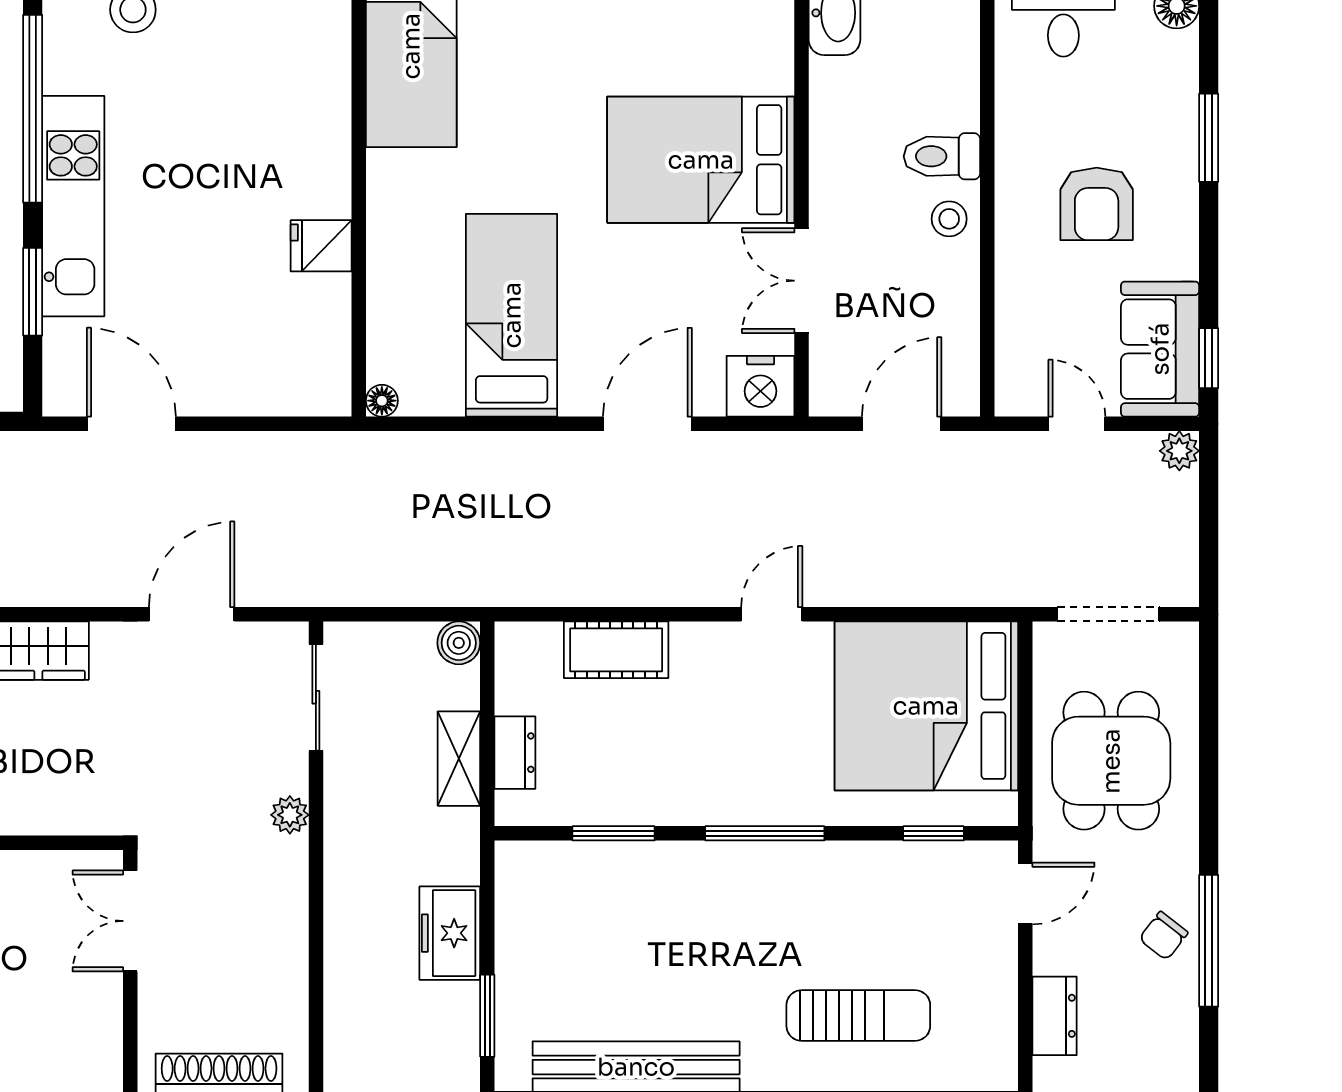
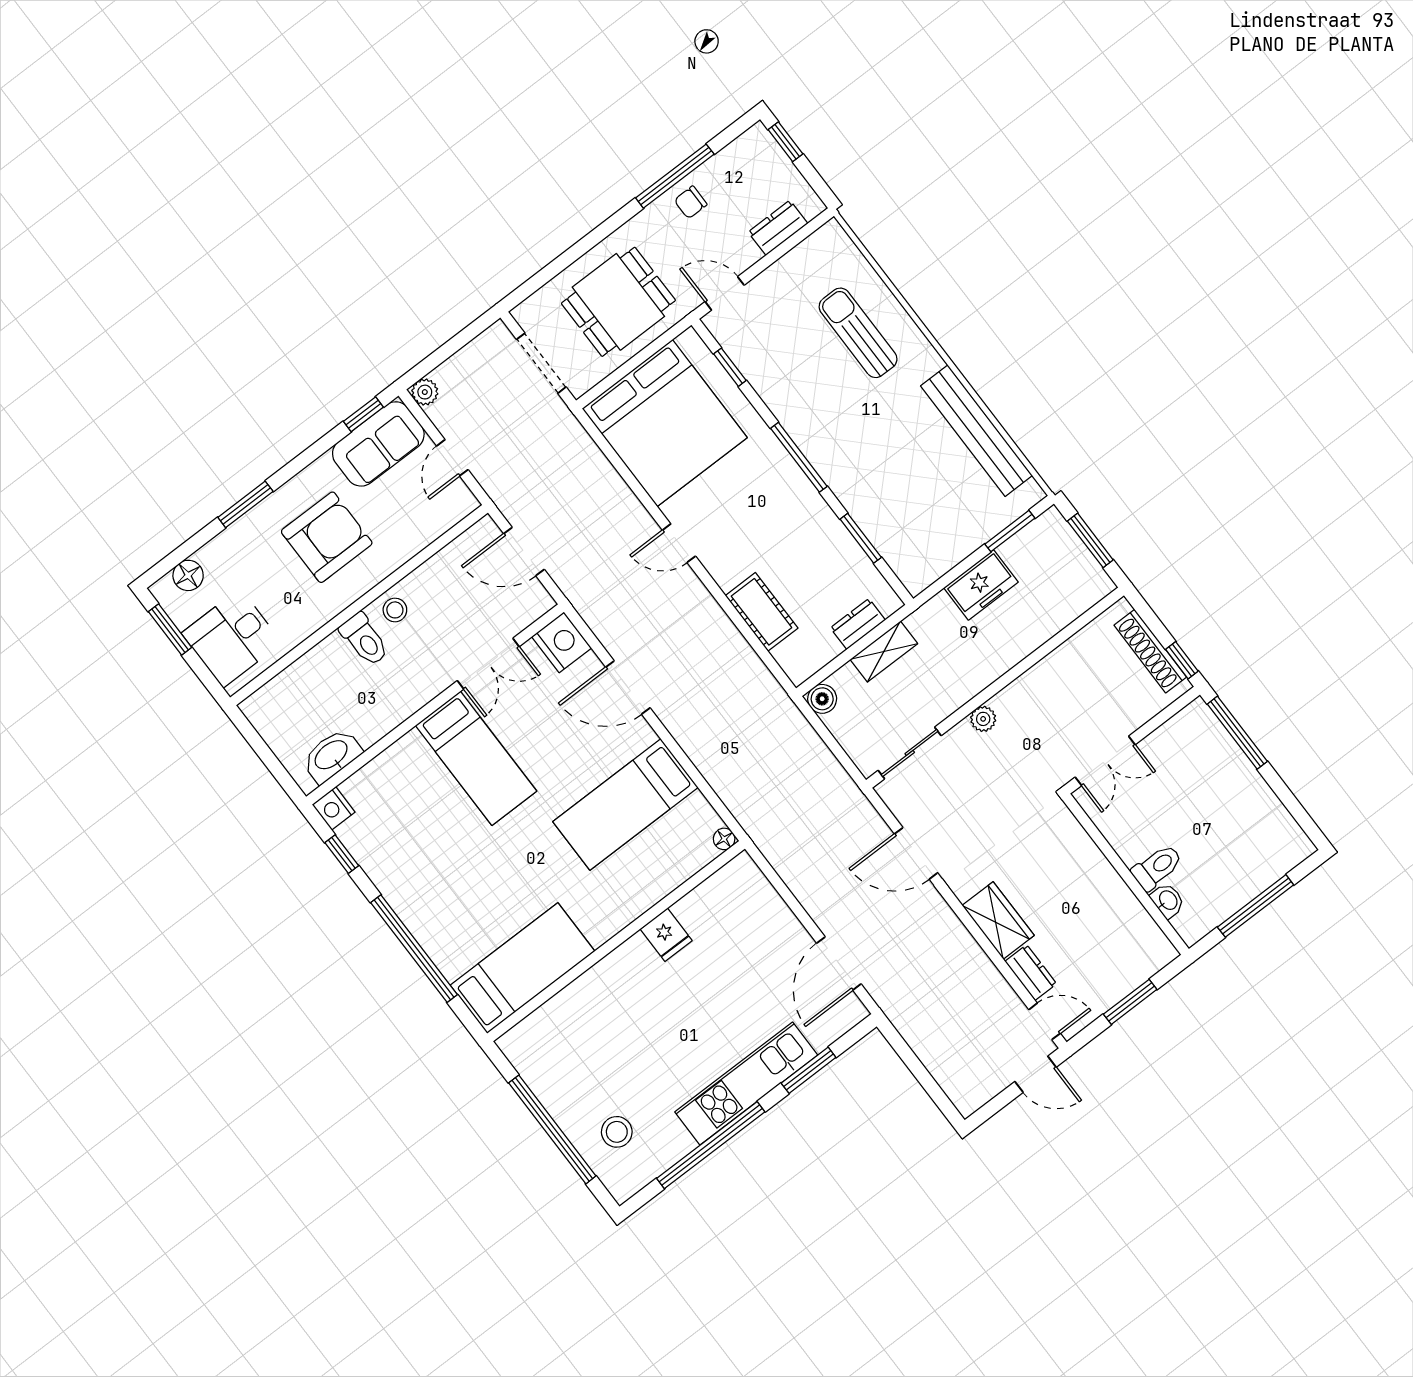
bed: (701, 160) -> (476, 758), width x0.67
armchair: (1097, 204) -> (327, 537), width x1.36, depth x1.36
chair: (1163, 936) -> (691, 202), turned 142

